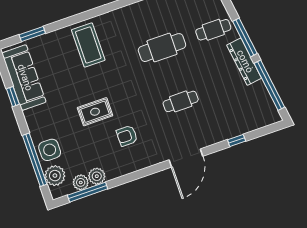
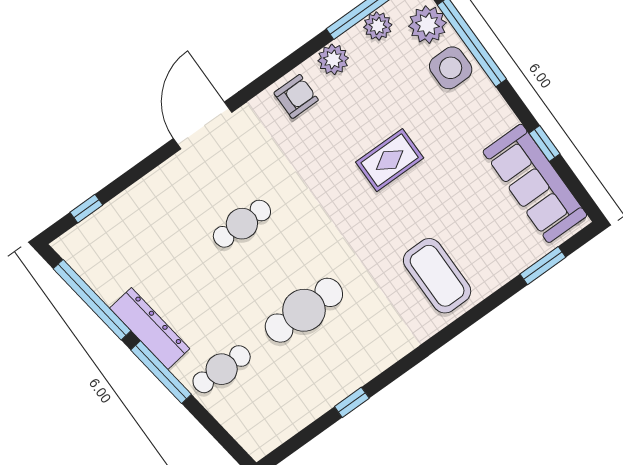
armchair: (127, 136) -> (296, 96), moved
window: (237, 140) -> (86, 209), moved
plant: (97, 176) -> (333, 59), moved

